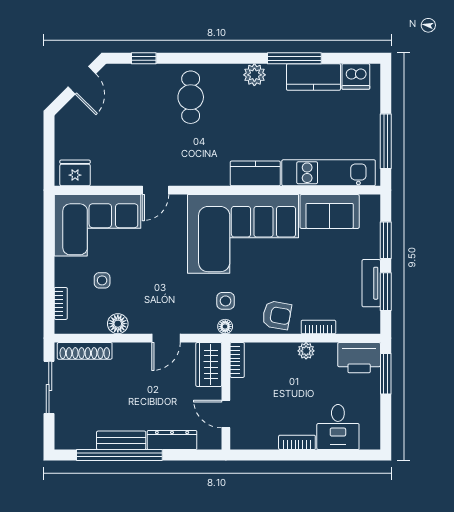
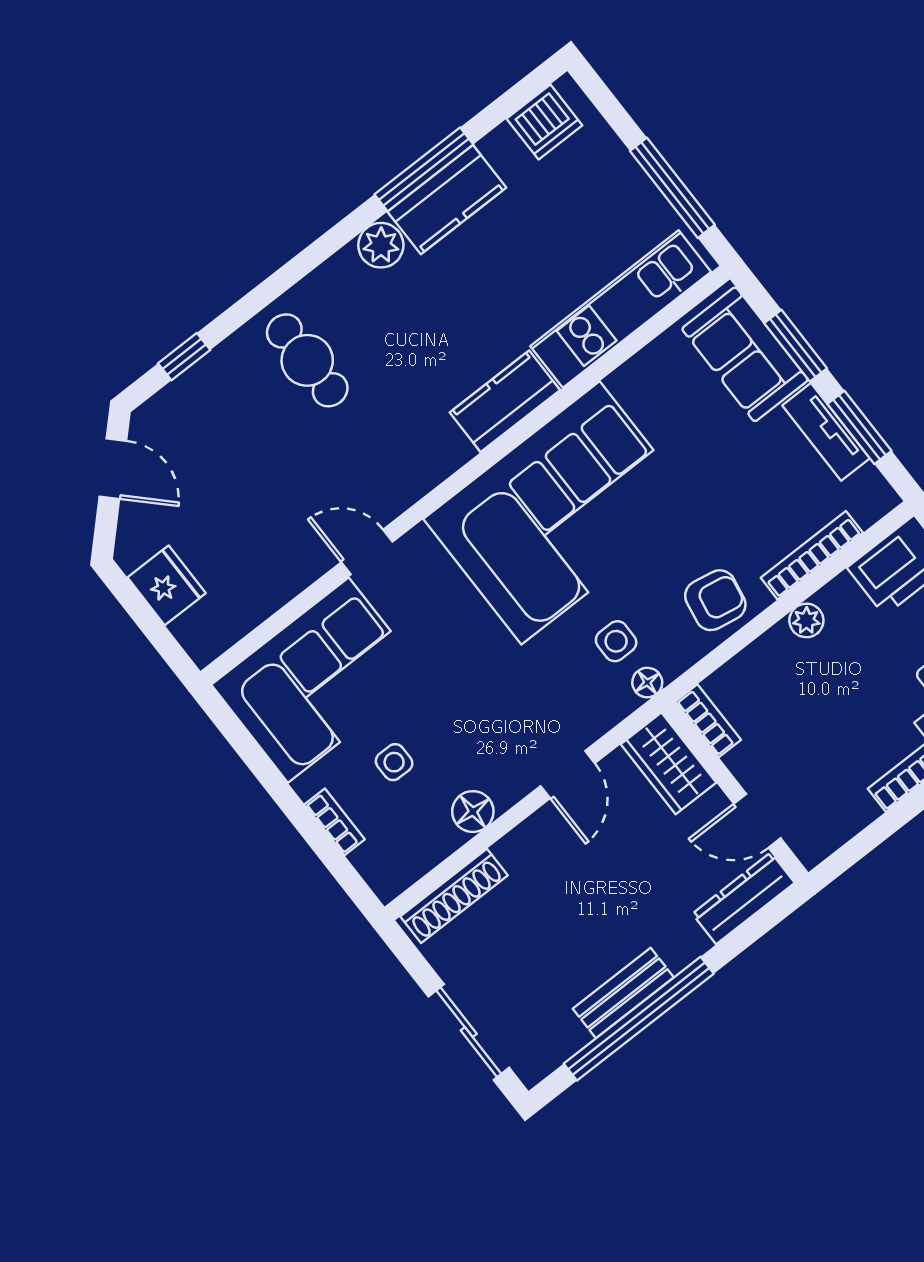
kitchen counter: (313, 77) -> (447, 200), moved
fridge: (75, 173) -> (167, 585), moved, turned 90
door: (156, 190) -> (367, 552), swing flipped
sofa: (330, 211) -> (745, 354), moved, turned 90
bookcase: (61, 303) -> (335, 822), moved
bookcase: (318, 327) -> (812, 555), width x1.56
sliding door: (49, 387) -> (469, 1032), moved
dresser: (172, 440) -> (743, 898), moved

